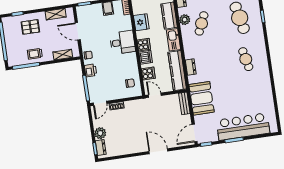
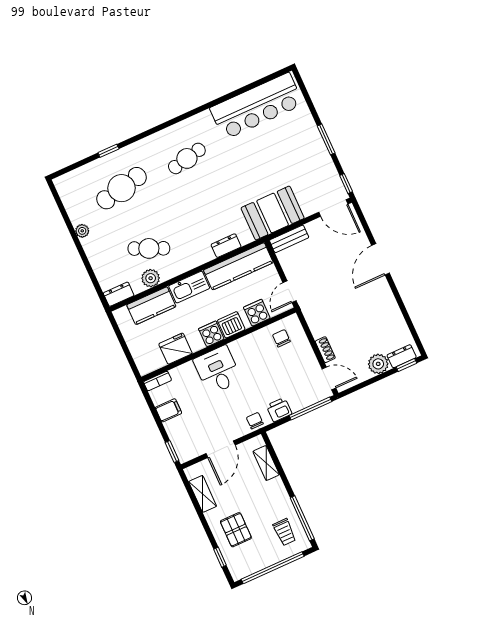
trolley: (35, 54) -> (285, 532), moved
bar counter: (243, 127) -> (257, 106), moved, turned -90

